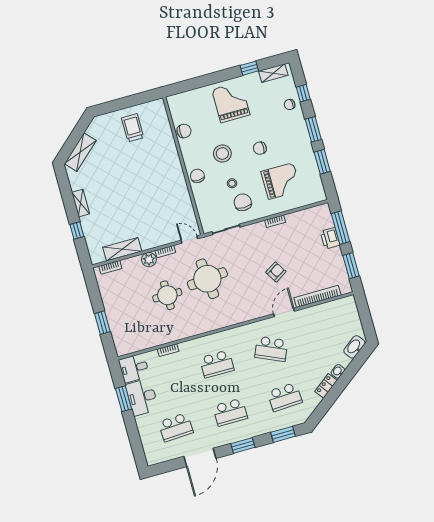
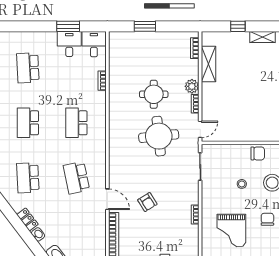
chair: (243, 202) -> (221, 189), removed
school desk: (271, 349) -> (76, 178), turned -36
desk: (142, 397) -> (69, 44), width x0.73

